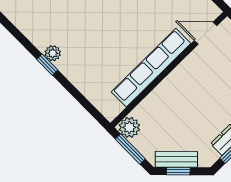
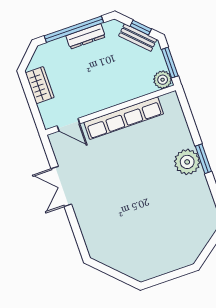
plant: (53, 53) -> (187, 162), width x1.88, depth x1.88
window: (47, 65) -> (203, 159), width x1.50

